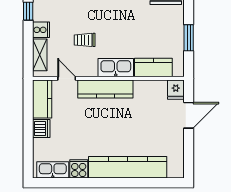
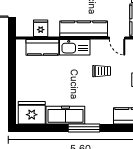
window: (189, 38) -> (12, 73), removed
fridge: (176, 90) -> (41, 28), moved

